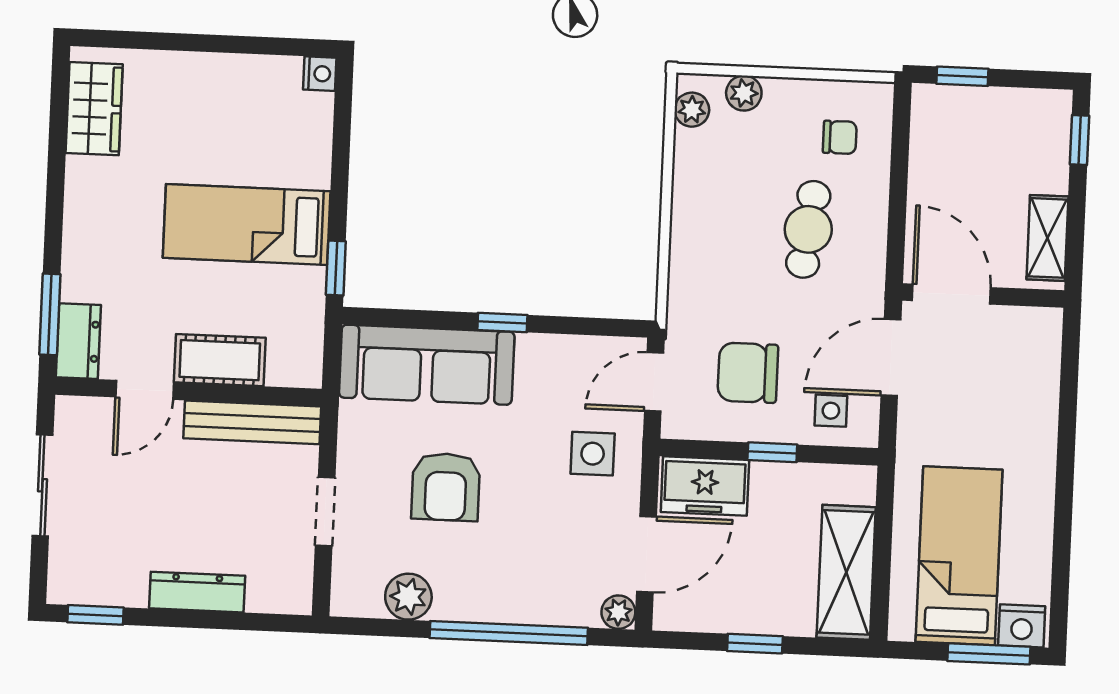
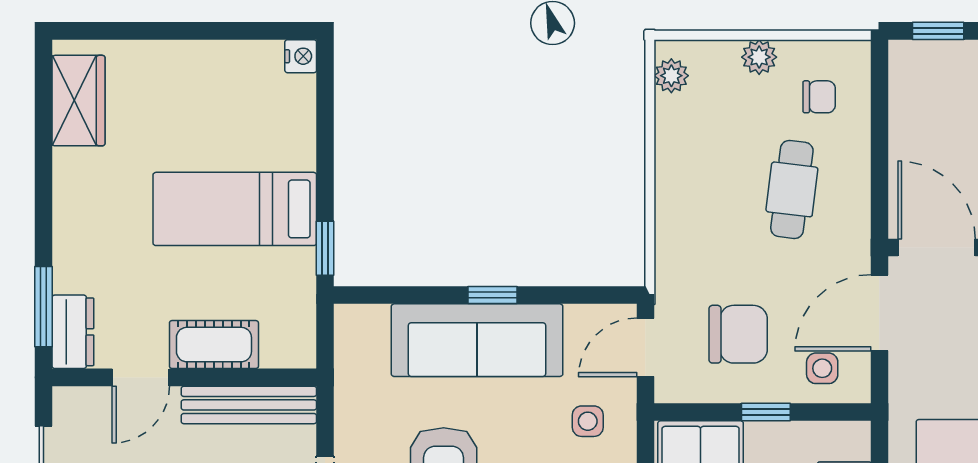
plant: (744, 93) -> (759, 57), moved
sofa: (427, 365) -> (477, 340), moved
chair: (748, 373) -> (738, 334), turned 180
side table: (593, 454) -> (588, 421), width x0.73, depth x0.73

